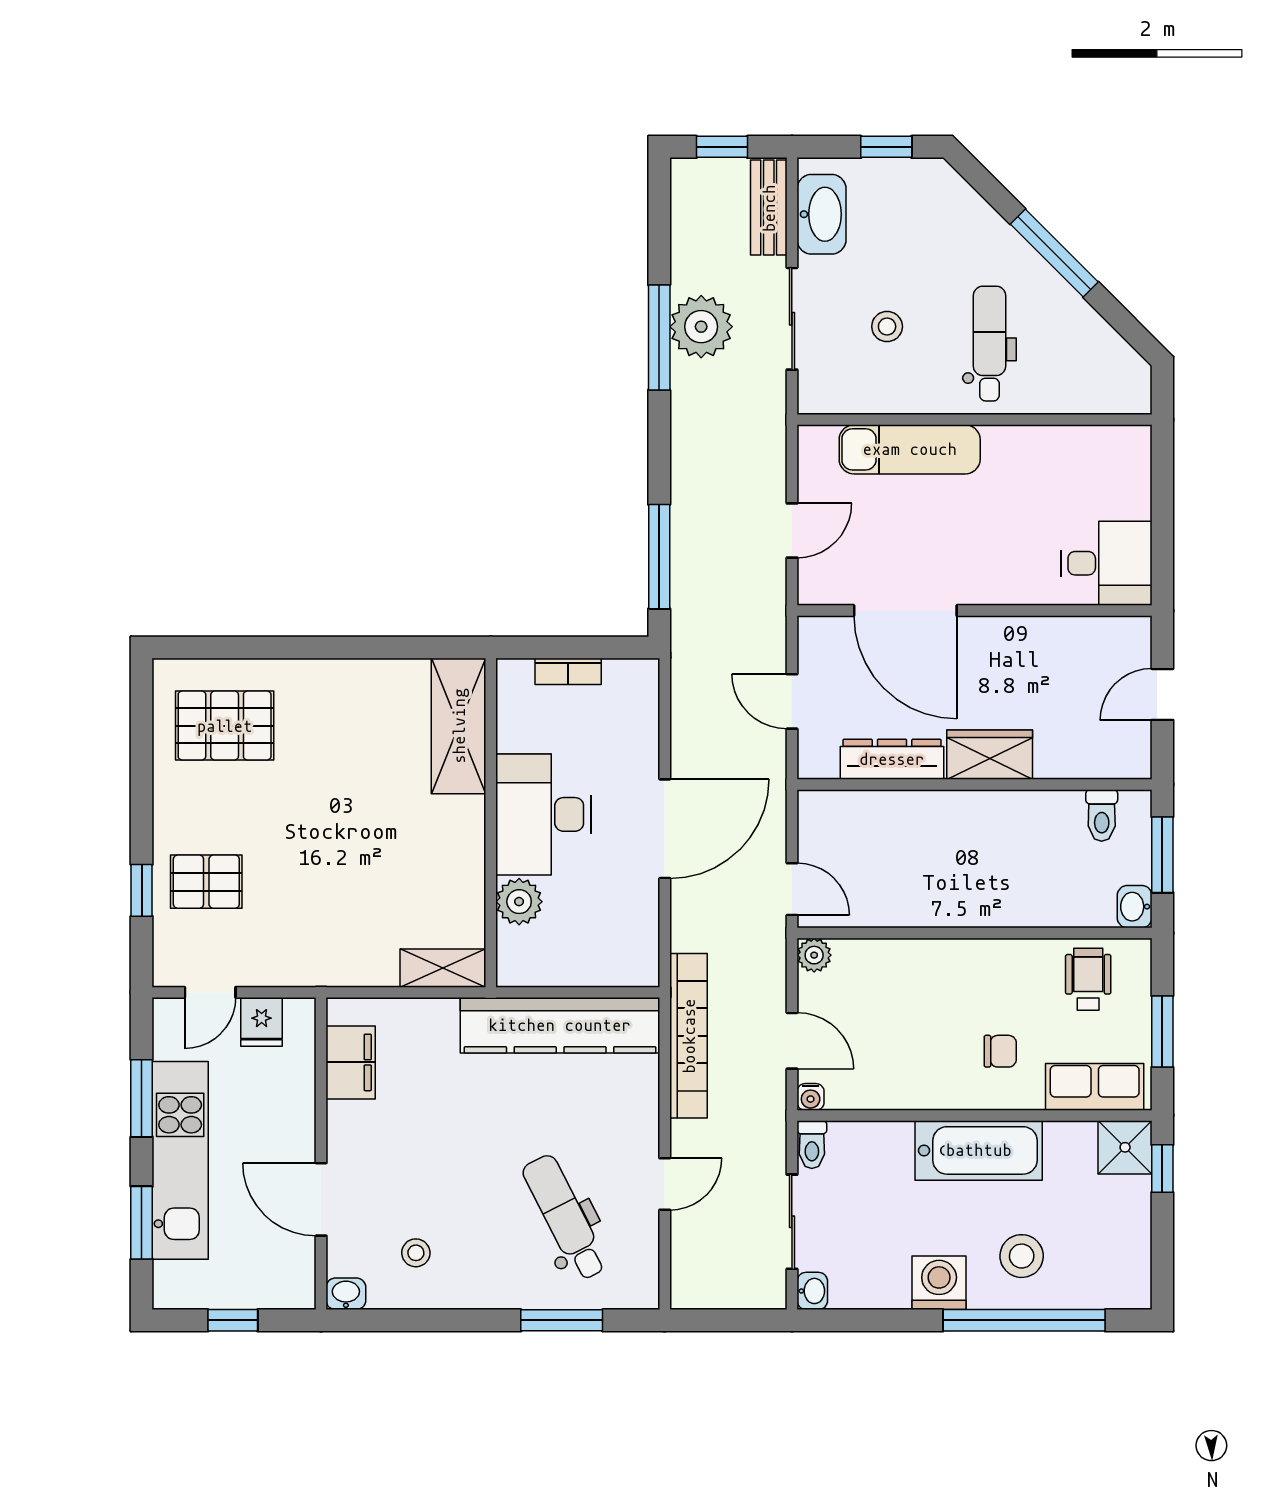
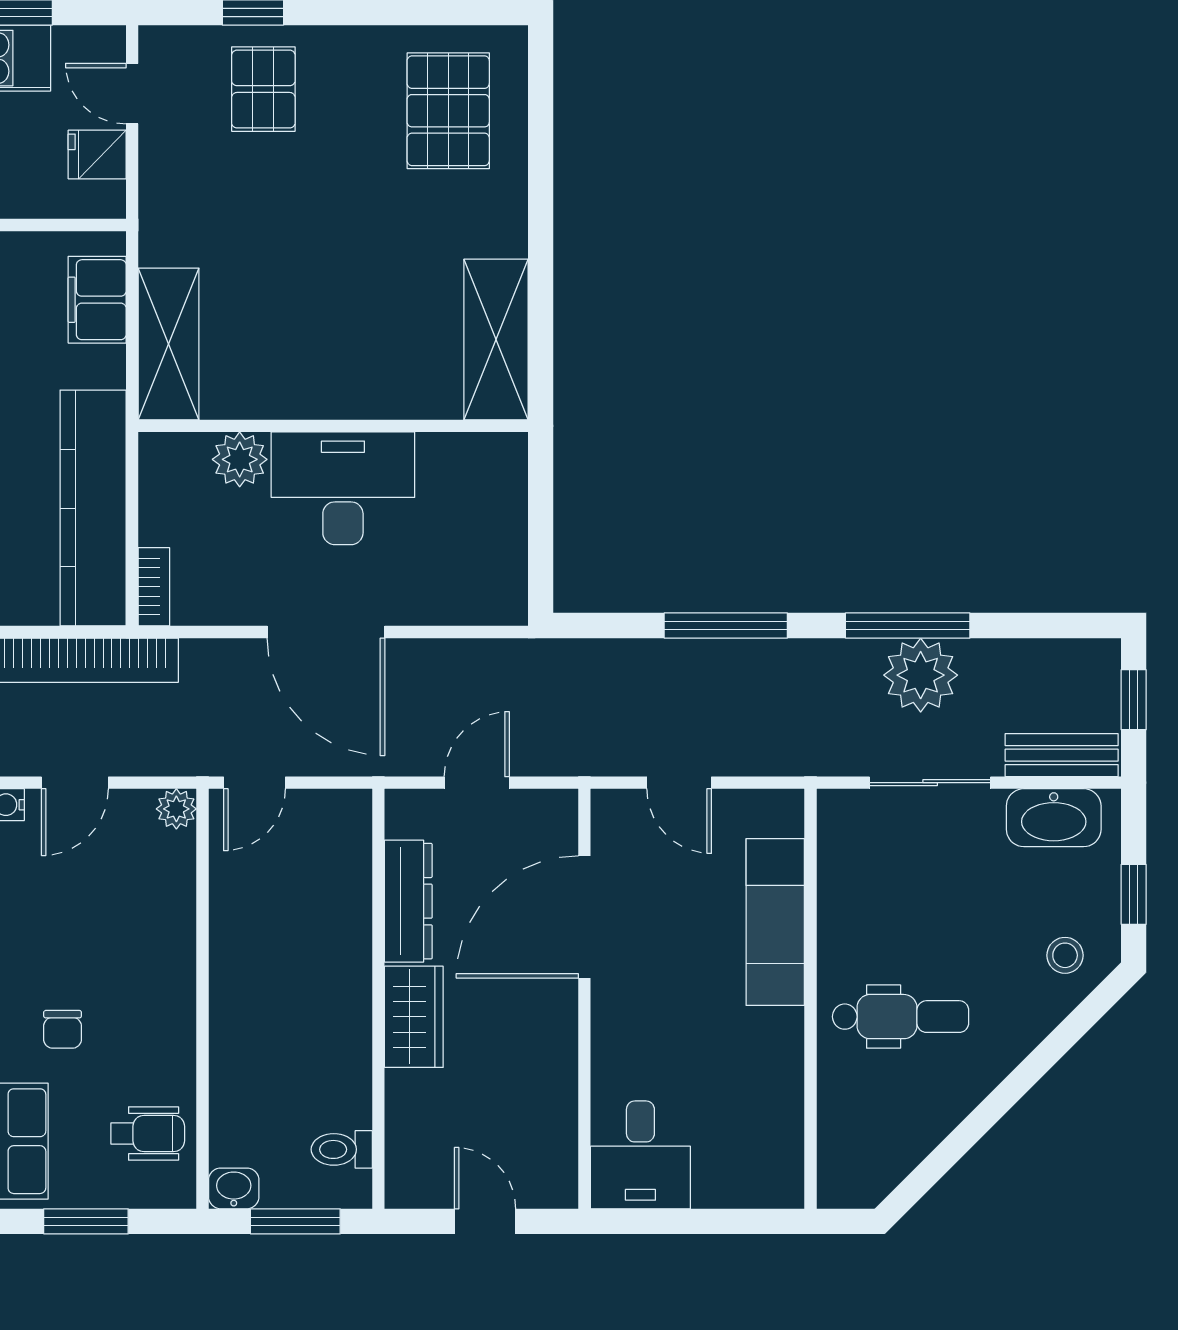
window: (1054, 253) -> (1008, 1093), removed
stool: (887, 327) -> (1065, 955), moved
window: (659, 557) -> (726, 625), moved
bookcase: (568, 671) -> (154, 587), moved, turned 180
shelving: (459, 726) -> (496, 340), moved, turned 90
shelving: (443, 968) -> (169, 344), width x1.50, depth x1.33
filing cabinet: (351, 1062) -> (97, 300), moved, turned 90

